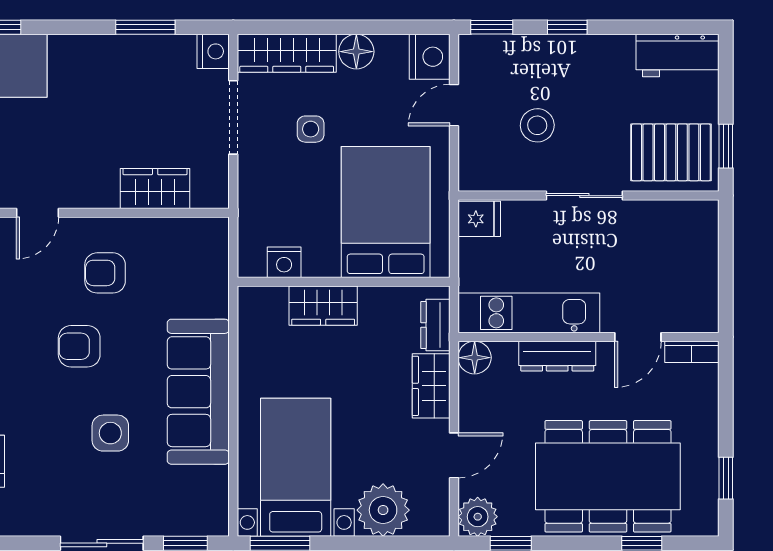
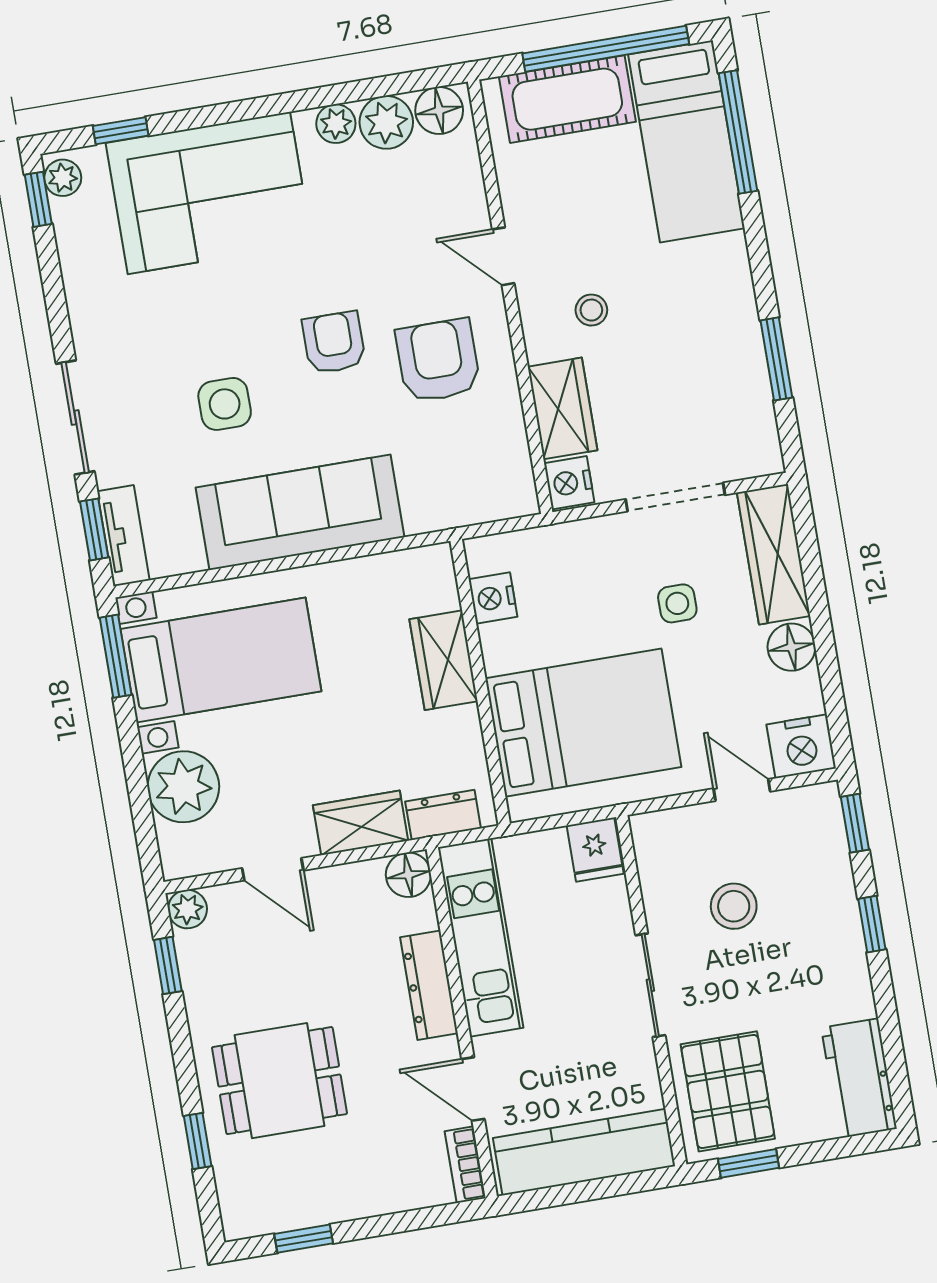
nightstand: (213, 51) -> (569, 483), moved, turned 90
stool: (87, 155) -> (591, 310), added
kitchen counter: (697, 264) -> (584, 1152), added
armchair: (105, 273) -> (438, 361), width x1.38, depth x1.38
dining table: (608, 476) -> (279, 1081), width x0.53, depth x0.80
plant: (478, 517) -> (187, 909), width x0.73, depth x0.73
tv unit: (194, 523) -> (123, 536), added

